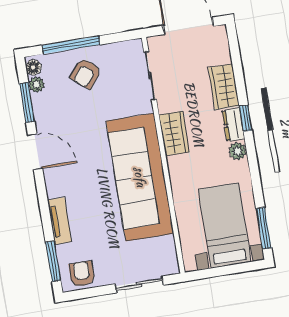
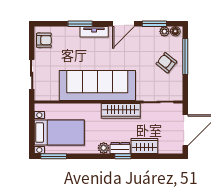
wardrobe: (174, 133) -> (121, 111), width x1.50
tv unit: (60, 221) -> (94, 32), moved
window: (53, 261) -> (80, 24), moved

